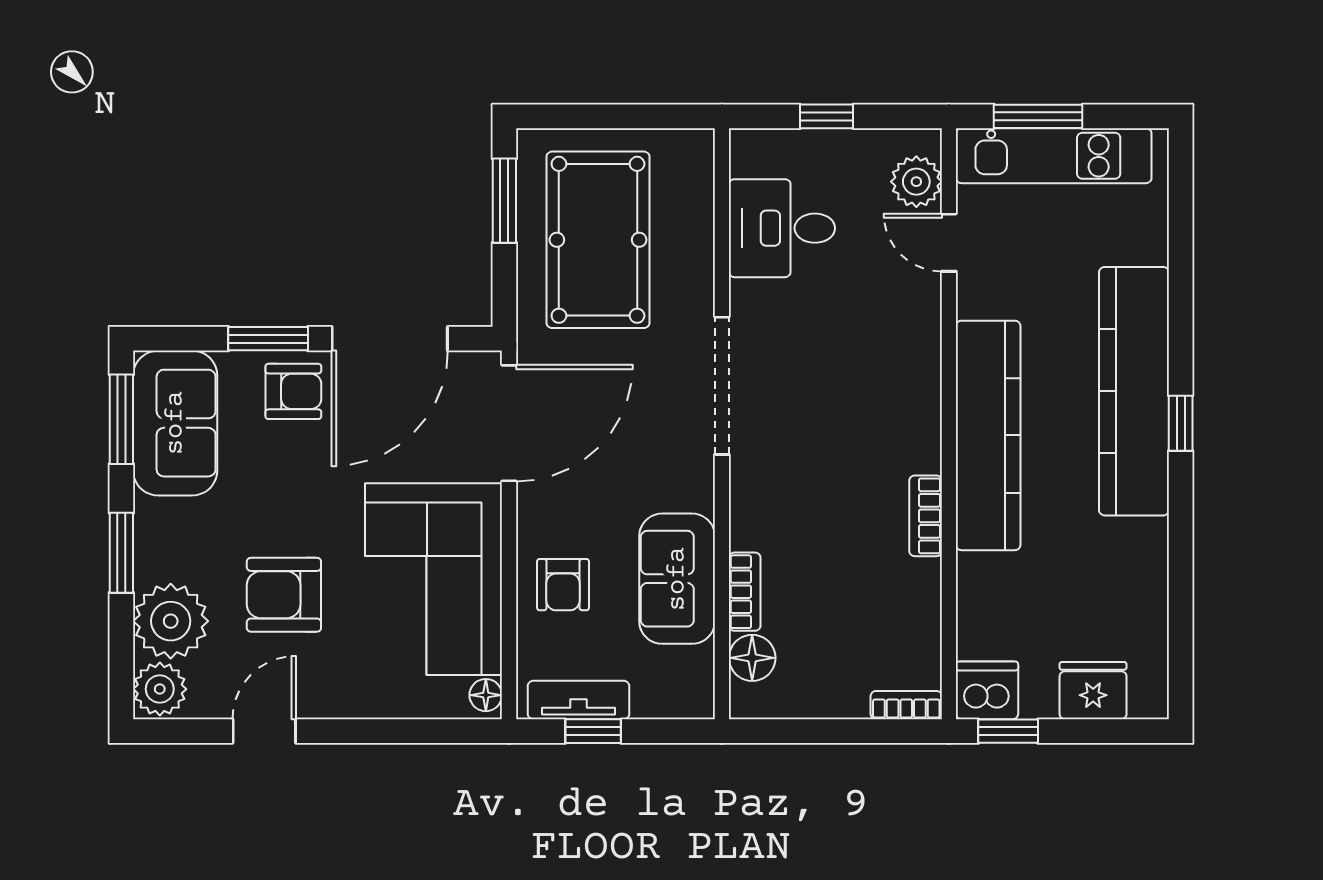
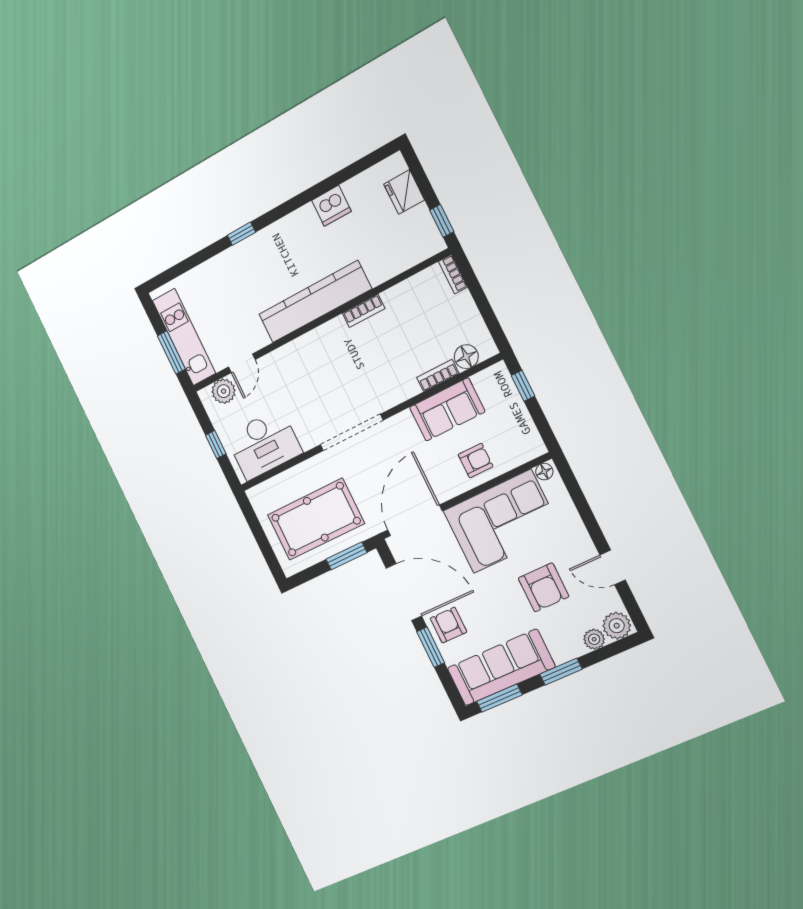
window: (504, 201) -> (346, 556), moved
desk: (782, 228) -> (264, 444), width x1.37
kitchen counter: (1134, 391) -> (264, 247), removed
sofa: (175, 423) -> (501, 667), width x1.36
door: (509, 423) -> (415, 520), hinge flipped
window: (1181, 423) -> (241, 234), moved
plant: (171, 621) -> (594, 639), width x0.53, depth x0.53
dishwasher: (987, 690) -> (331, 206), moved, turned -90
tv unit: (578, 700) -> (525, 427), removed
window: (593, 731) -> (523, 386), moved

